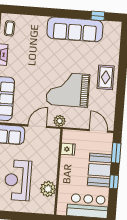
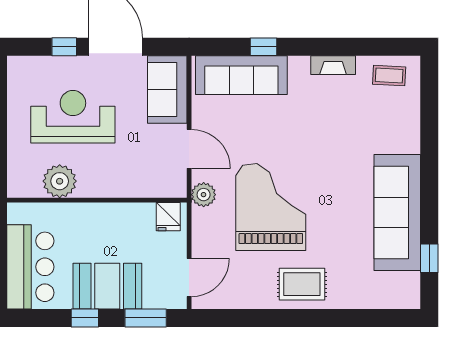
fridge: (68, 149) -> (168, 217), moved

